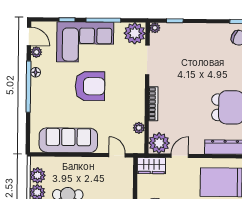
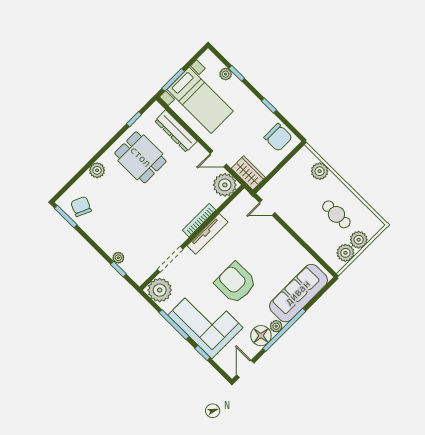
plant: (155, 28) -> (118, 258), moved
plant: (36, 52) -> (276, 326), moved
floor lamp: (36, 72) -> (261, 336), width x1.89, depth x1.89
tv unit: (139, 100) -> (207, 234), added
plant: (139, 128) -> (229, 212), removed
sofa: (68, 140) -> (298, 293), moved, turned 90
door: (117, 155) -> (267, 208), hinge flipped

